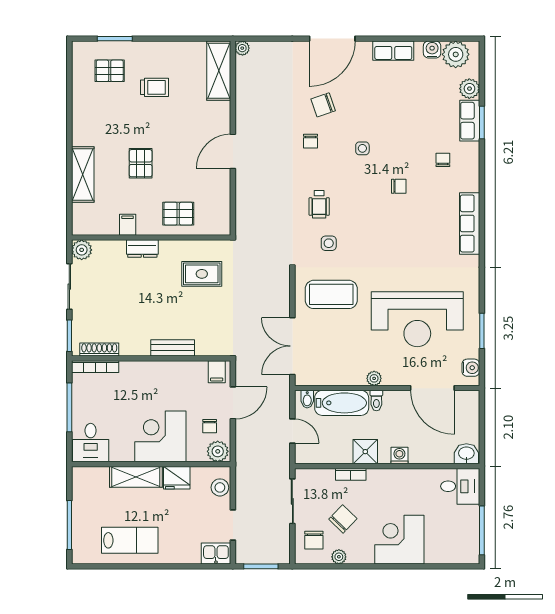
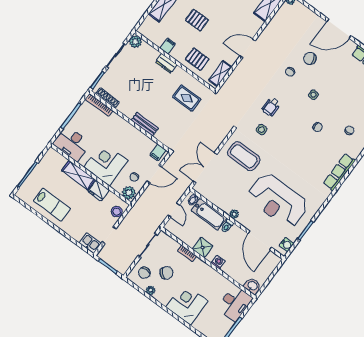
pallet: (141, 163) -> (197, 20), turned 90
shelving: (222, 210) -> (220, 74), added
desk: (91, 443) -> (72, 144), width x1.37
desk: (460, 486) -> (235, 303), width x1.37

